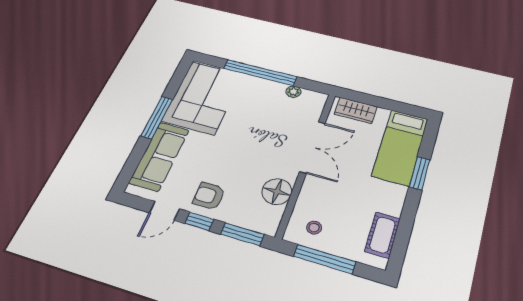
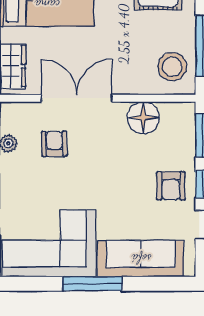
armchair: (281, 122) -> (54, 144), added
stool: (314, 228) -> (172, 67), width x1.89, depth x1.89

